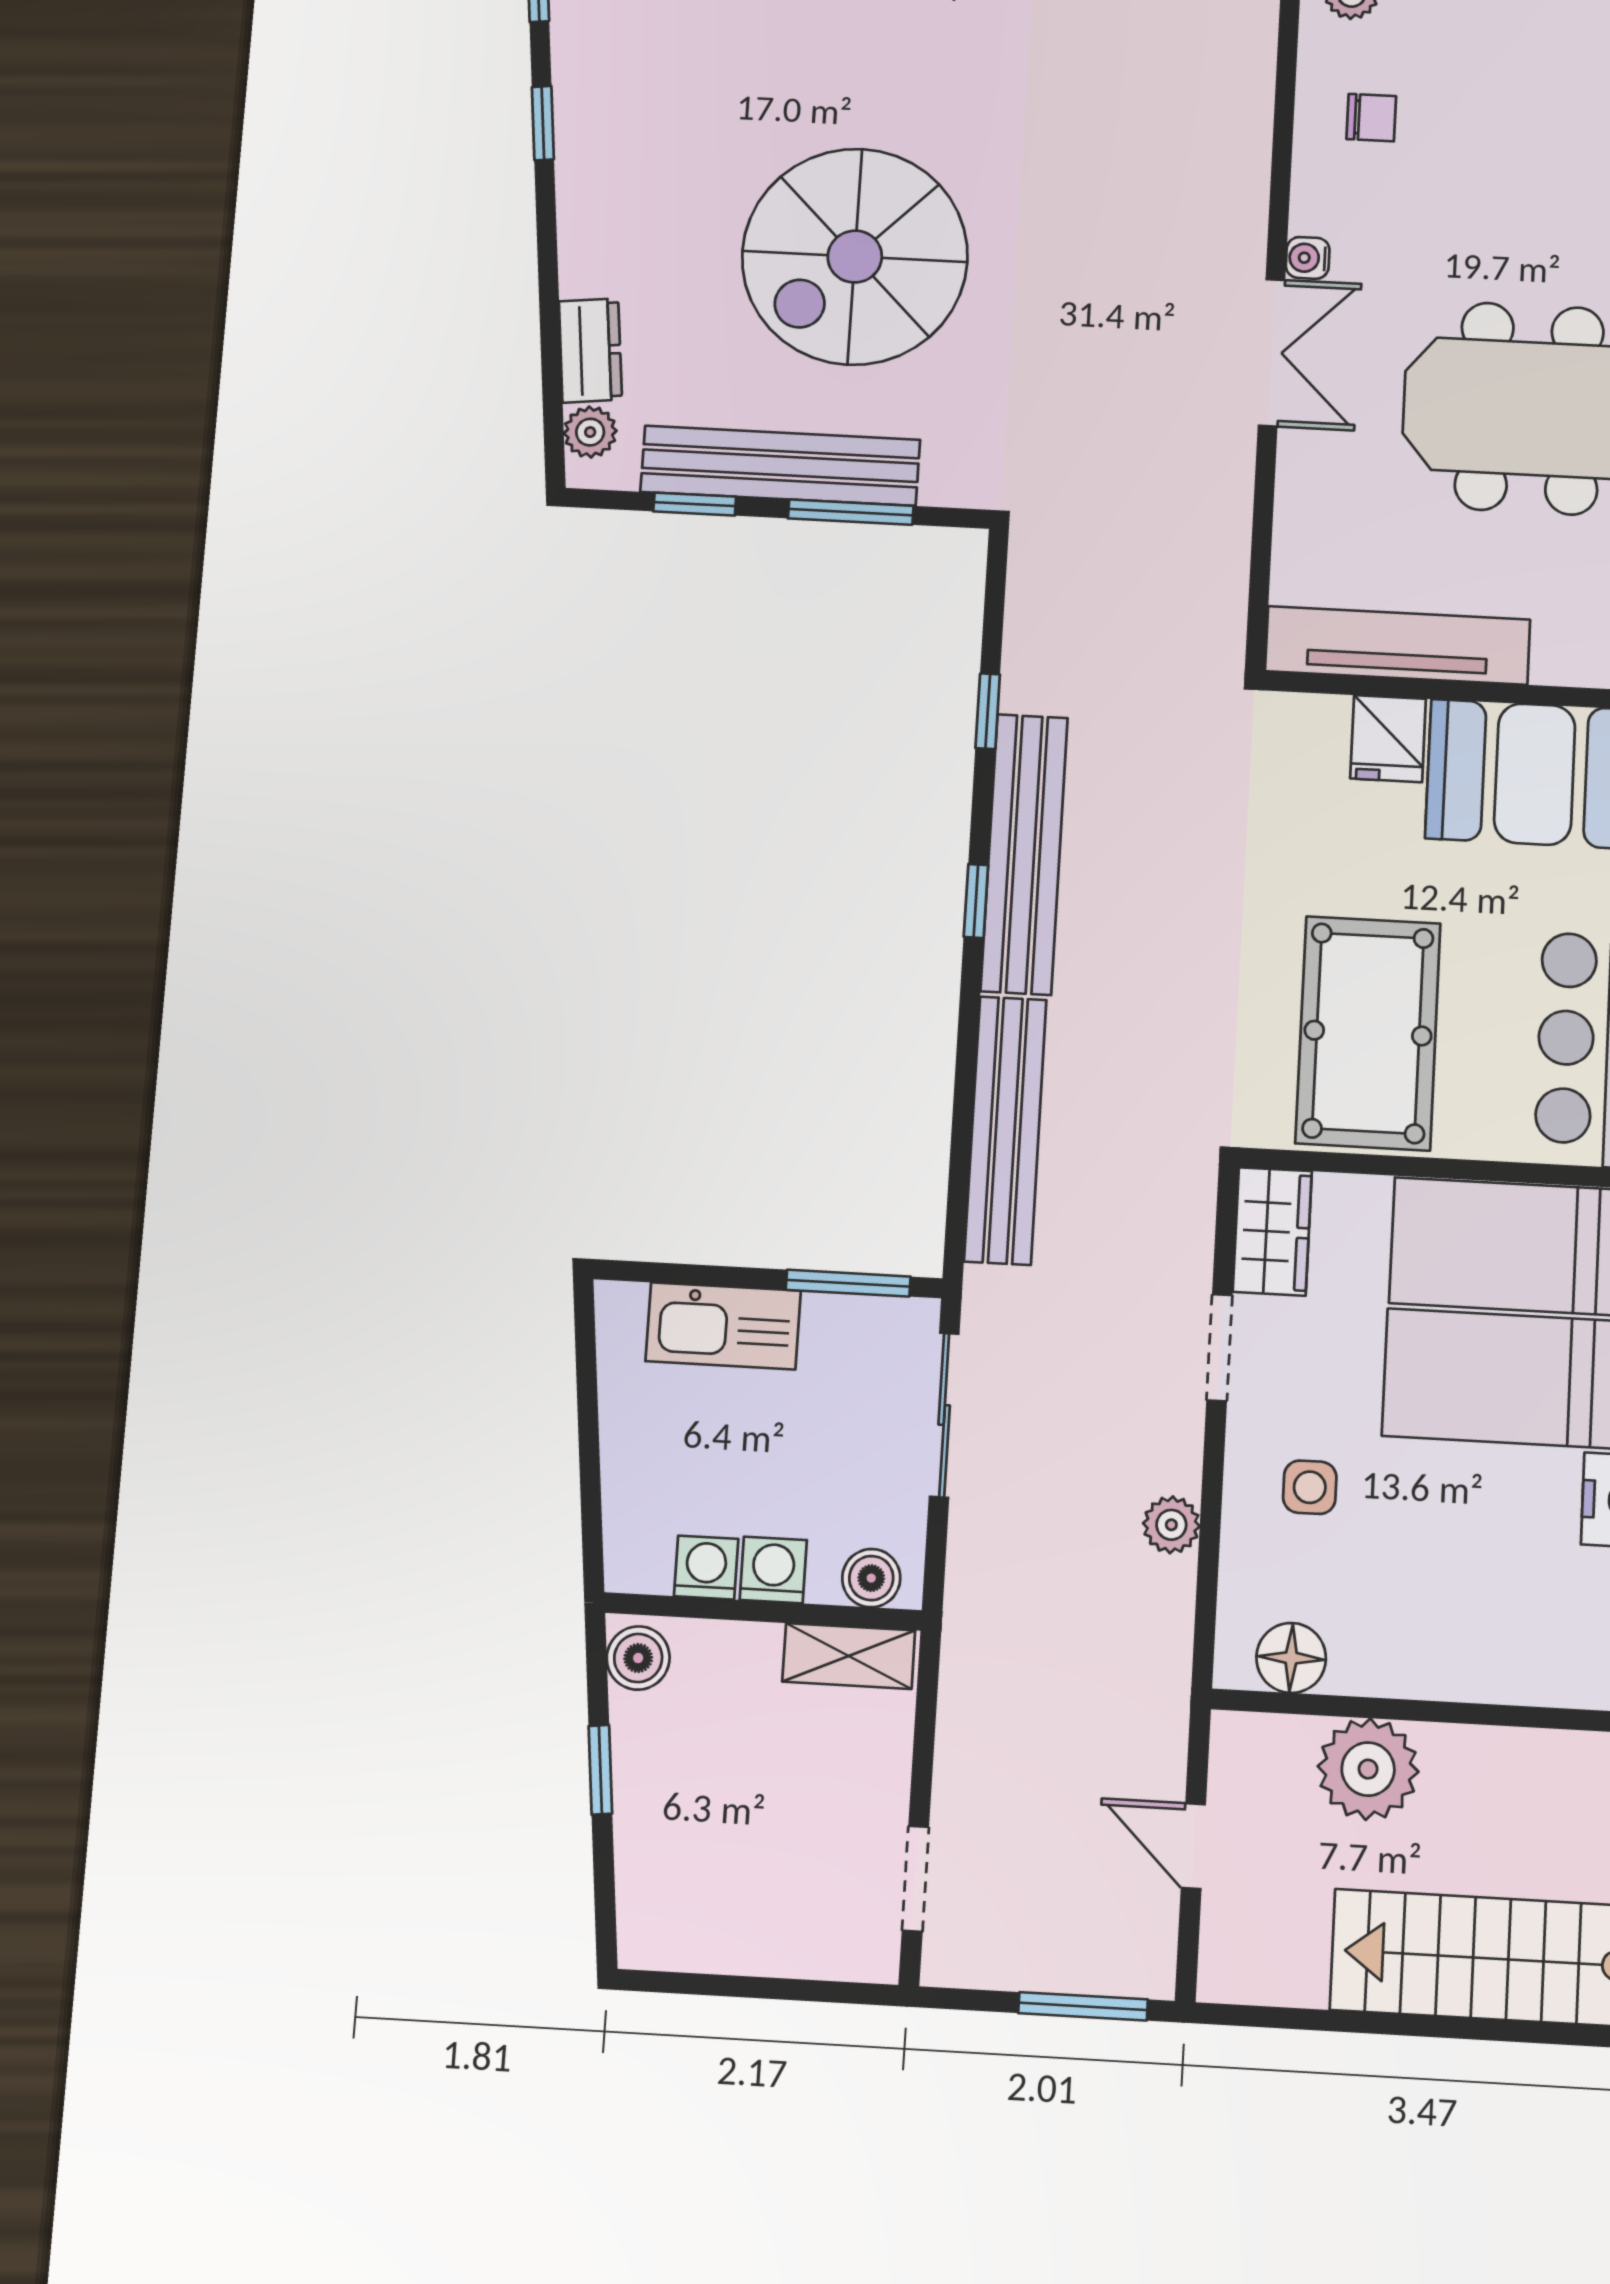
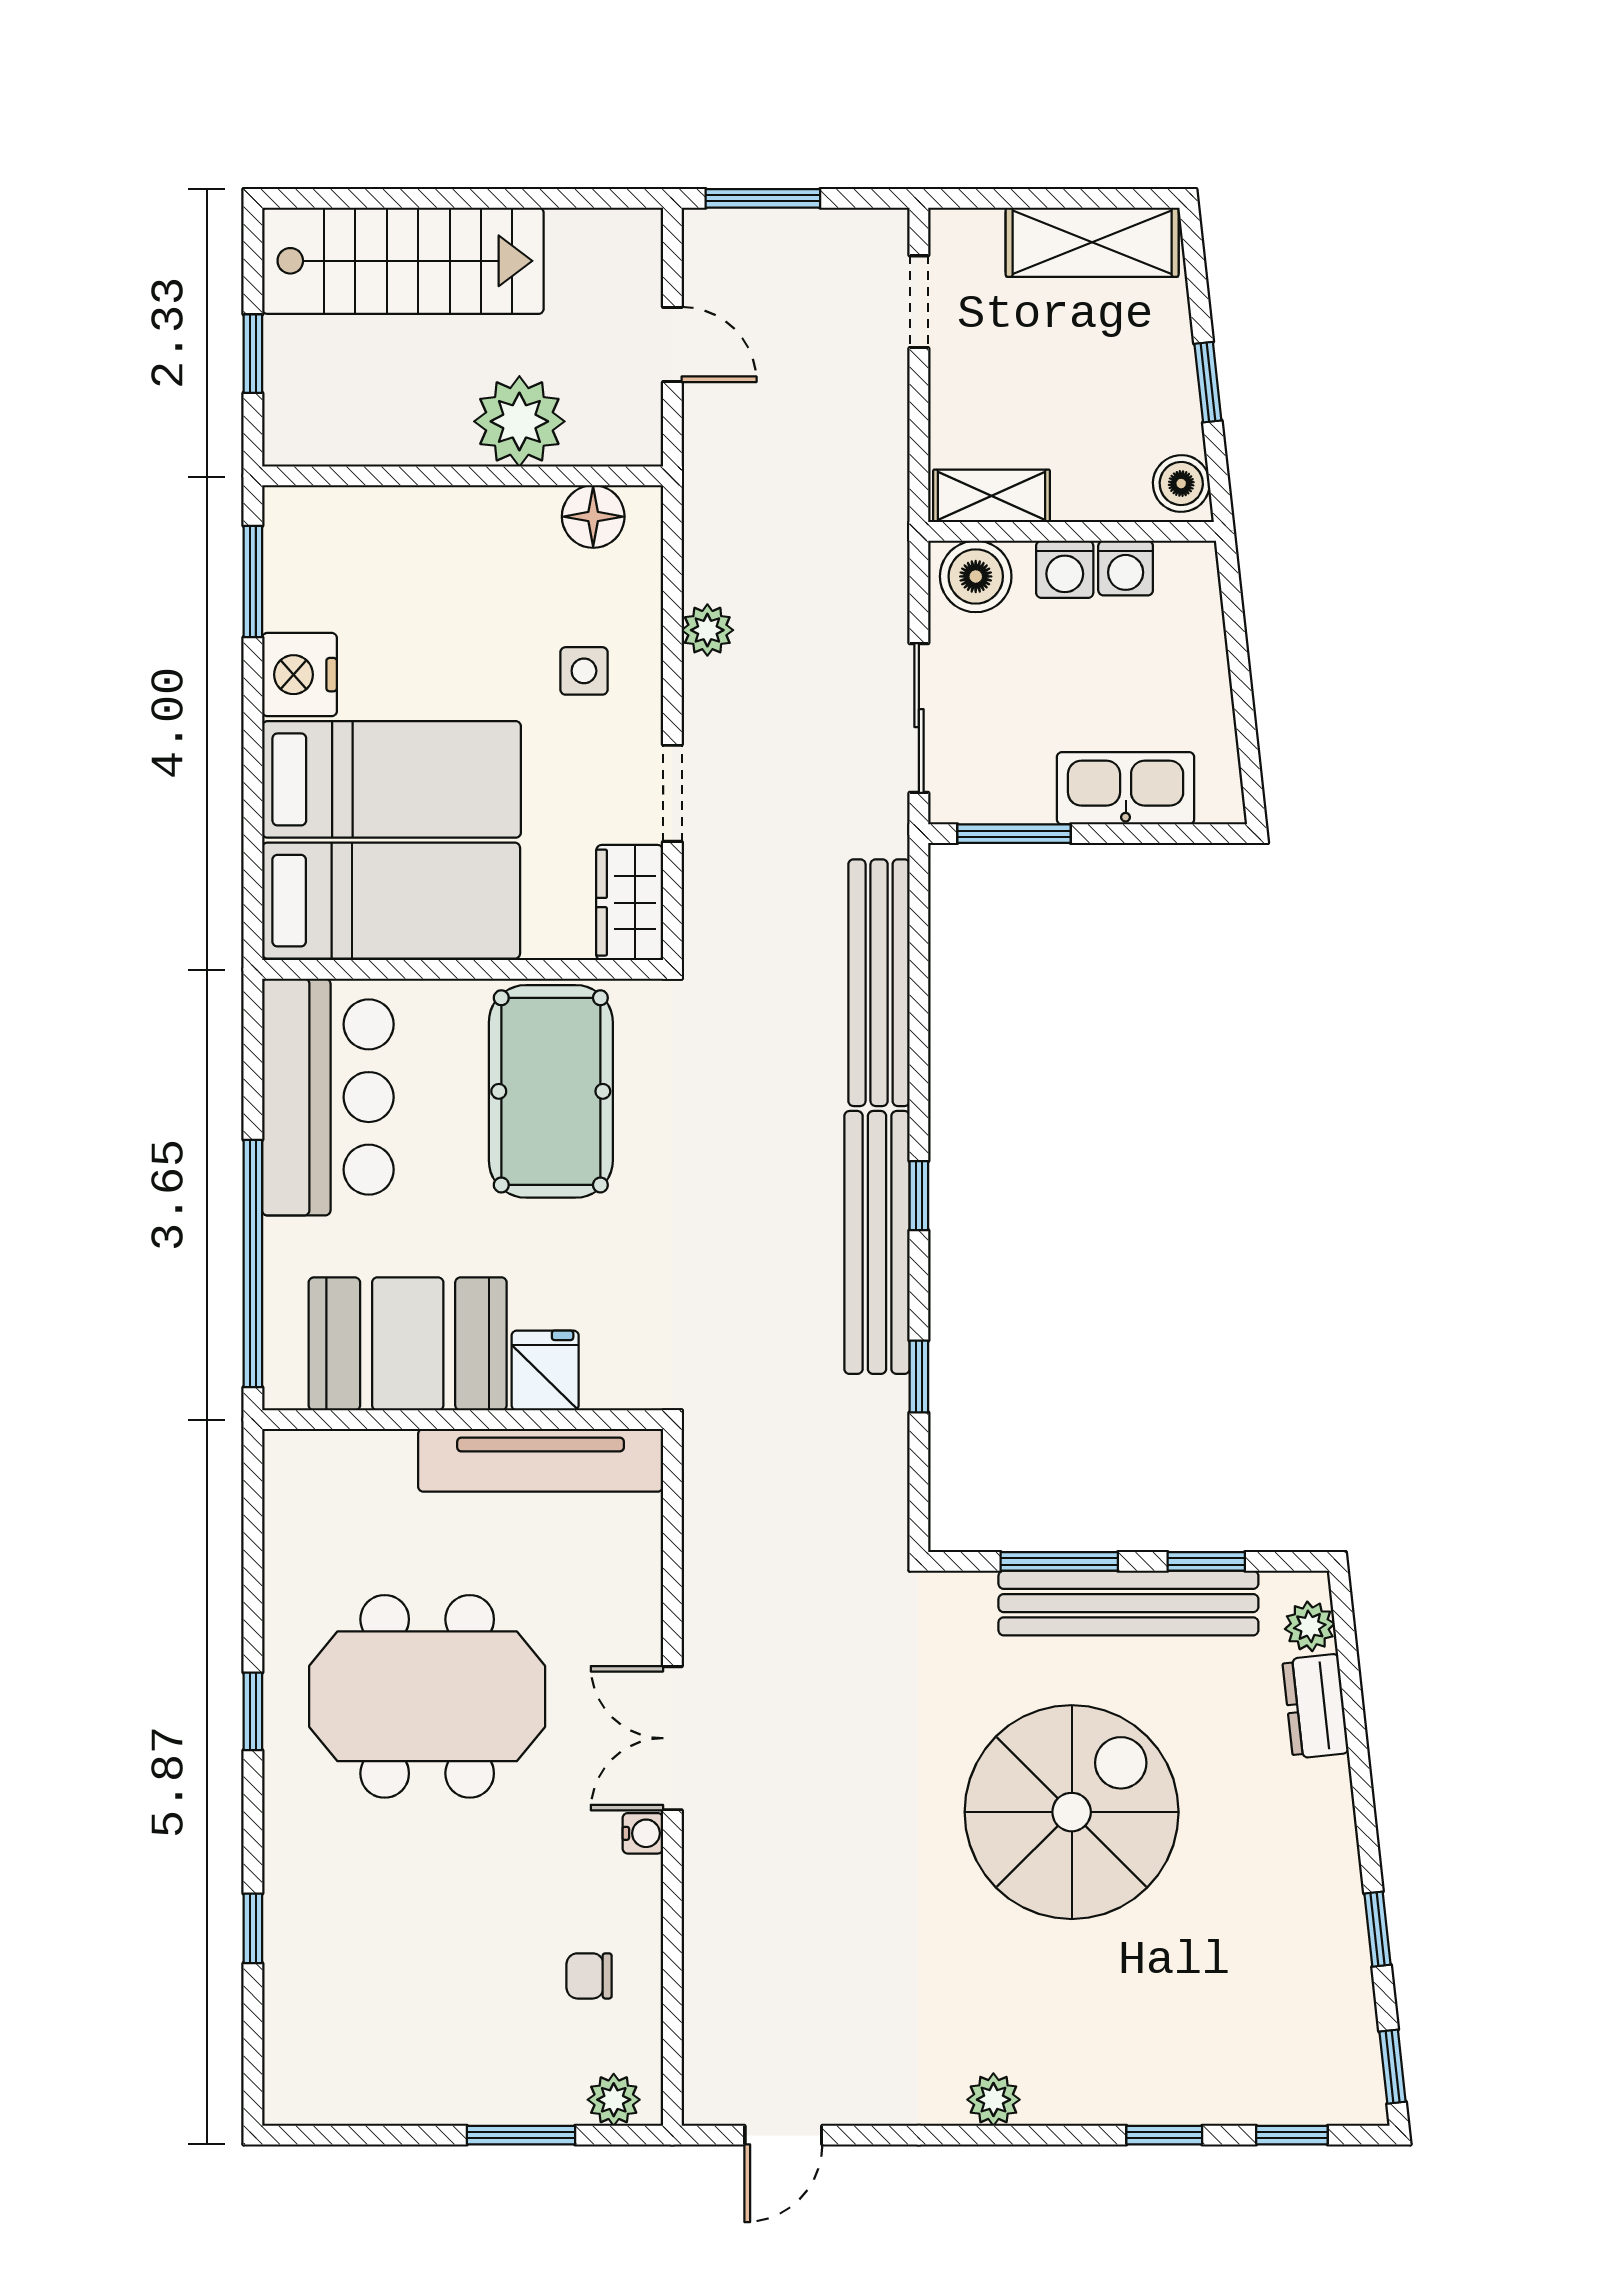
boiler: (871, 1578) -> (976, 576), width x1.36, depth x1.36
shelving: (718, 1935) -> (1092, 242), added

